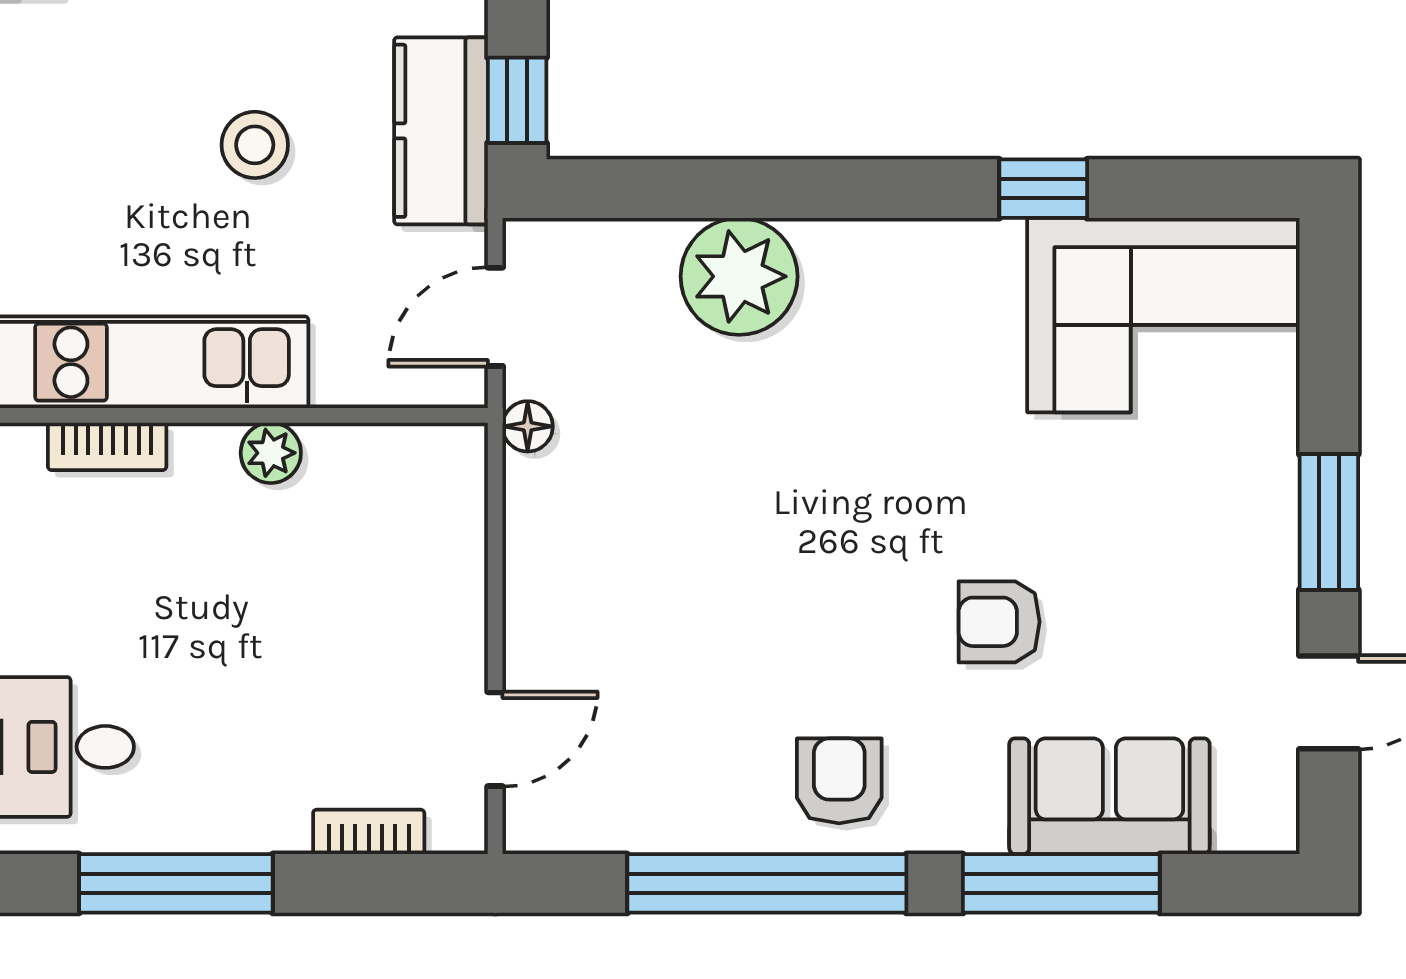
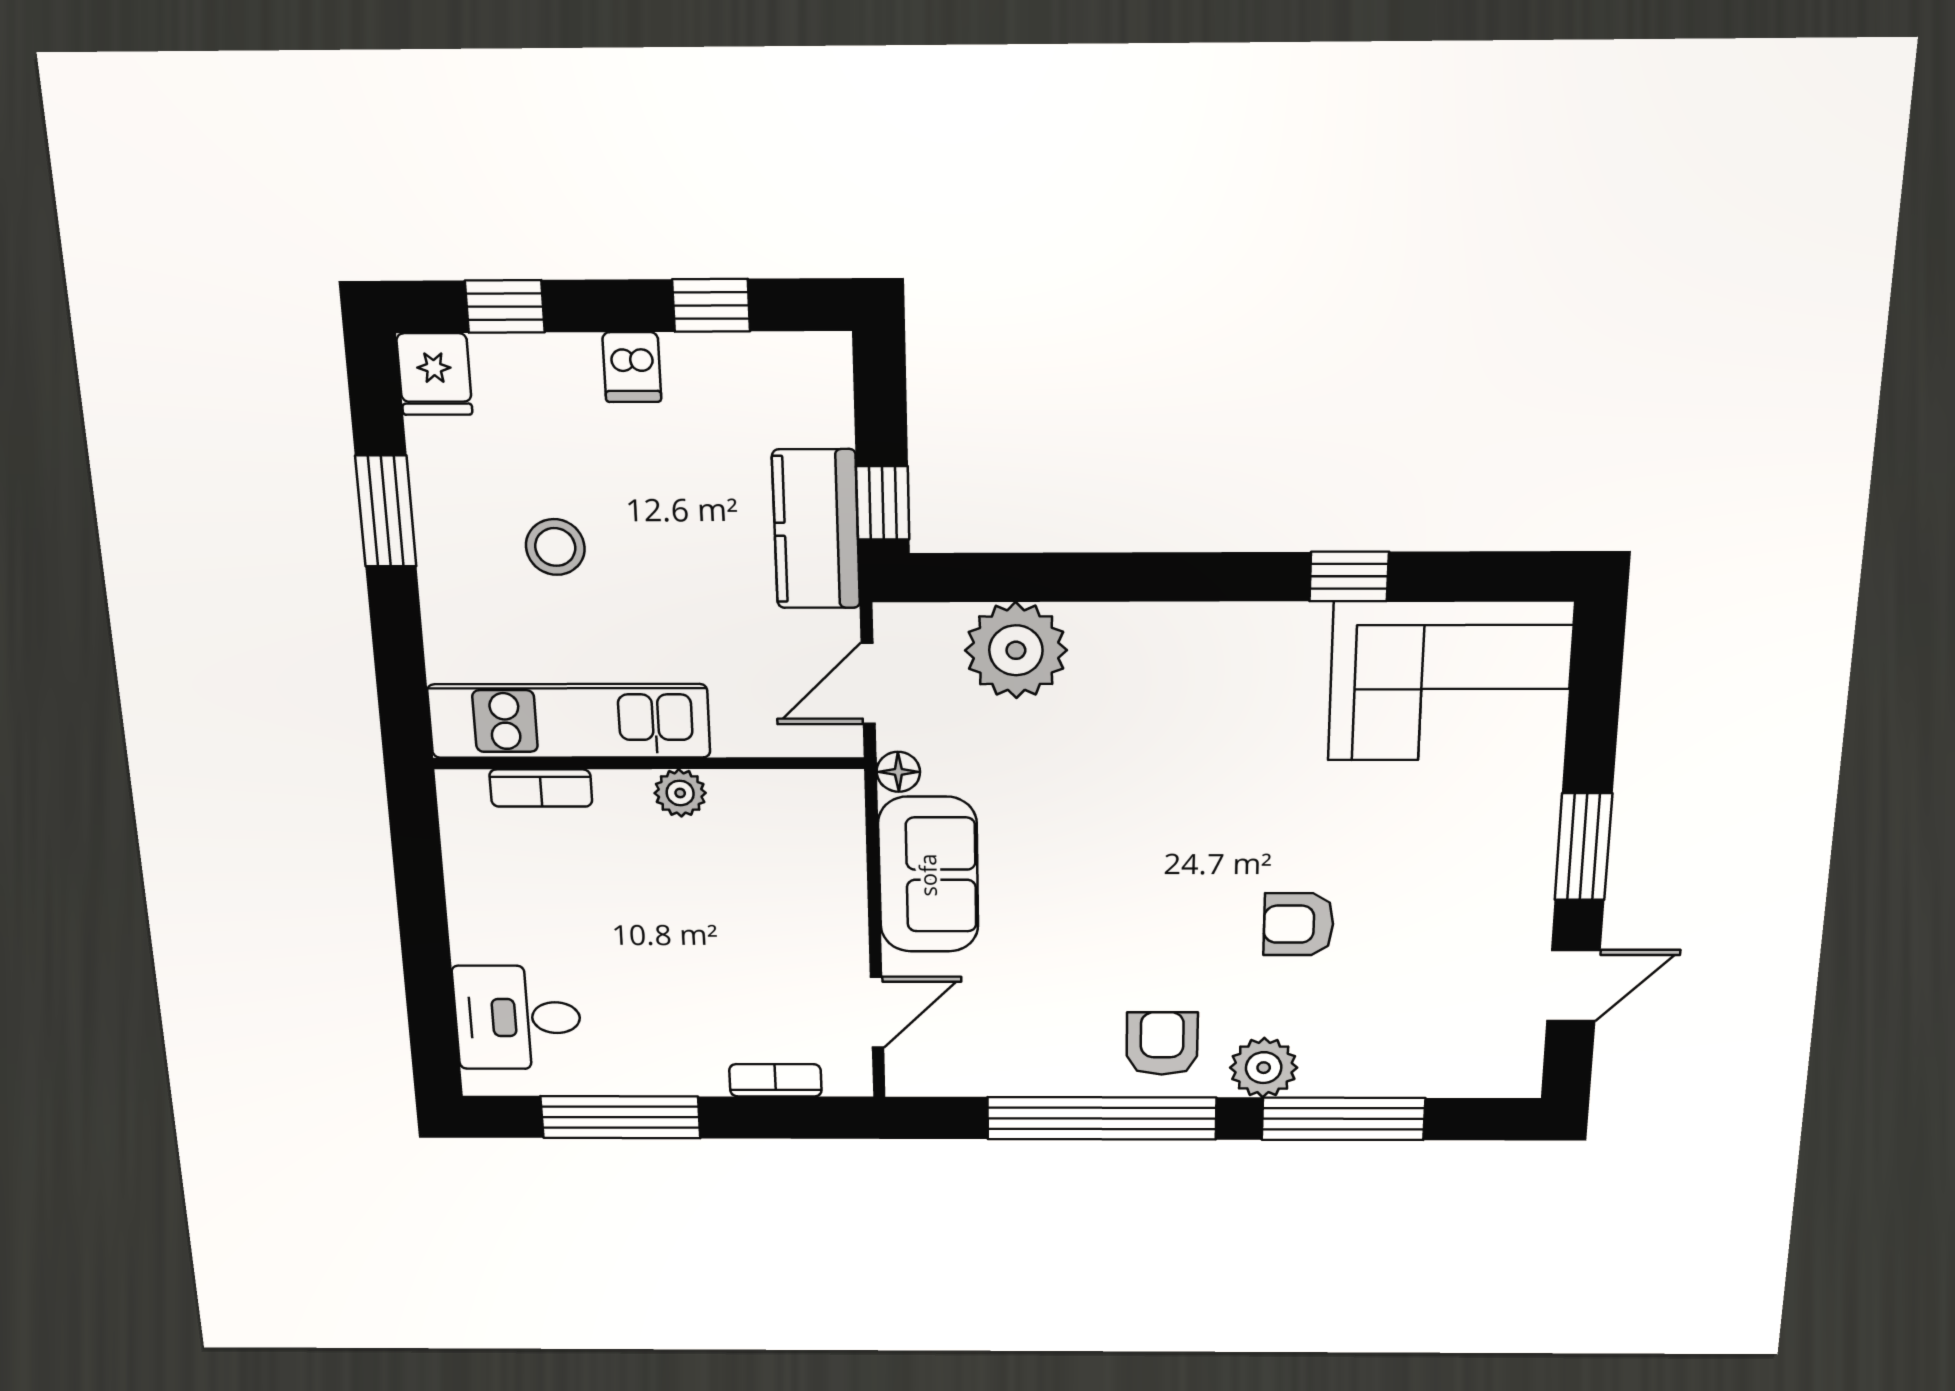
stool: (255, 145) -> (555, 547), moved
plant: (739, 276) -> (1016, 650), moved
sofa: (1109, 796) -> (928, 875), moved, turned 90
plant: (963, 813) -> (1264, 1068), added

